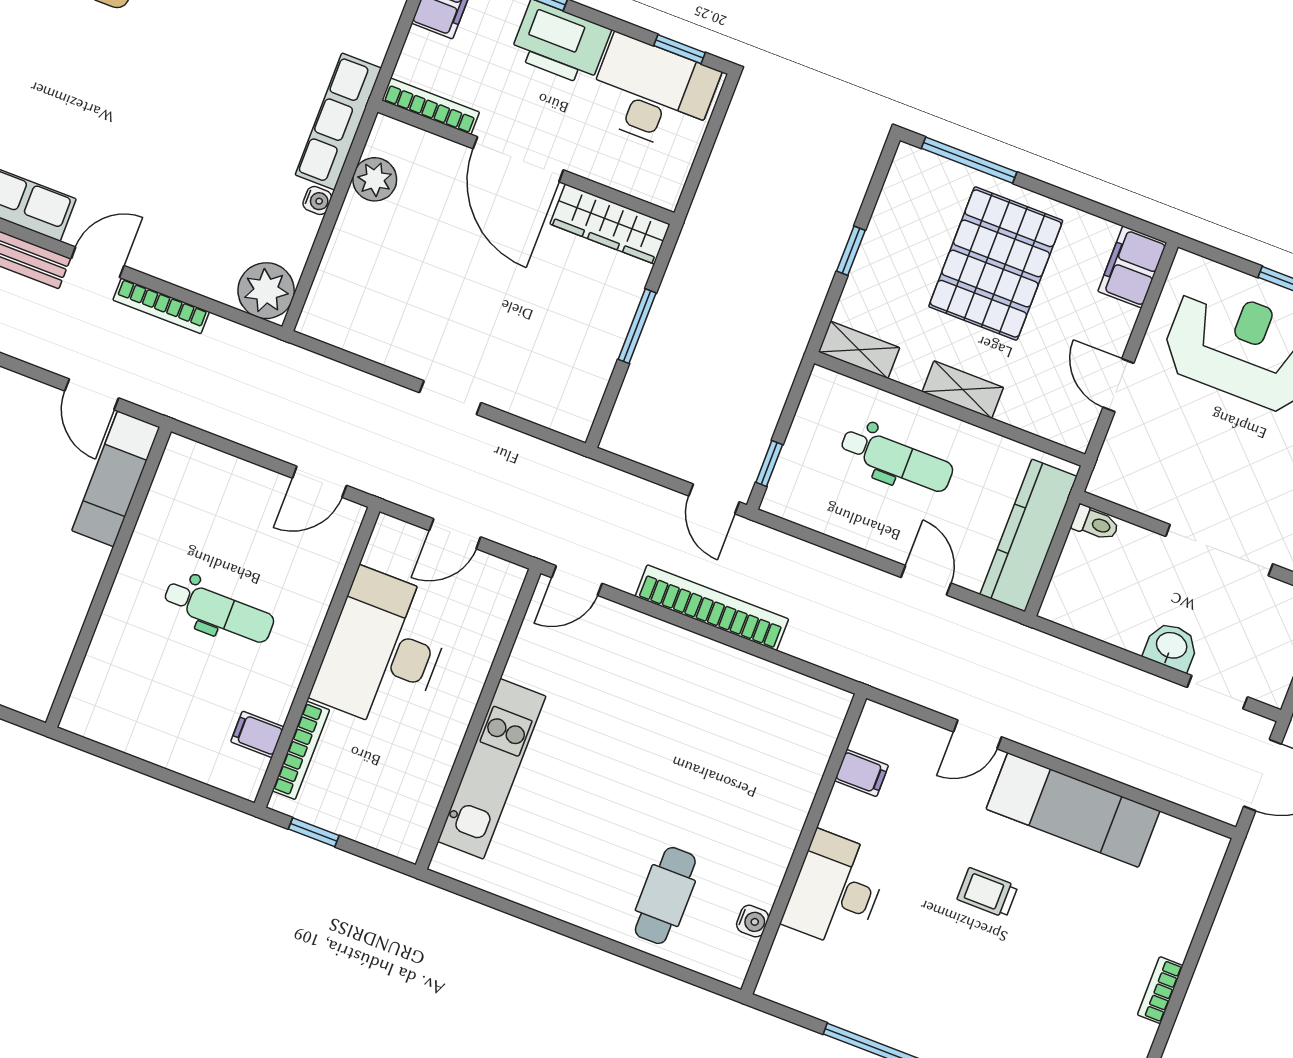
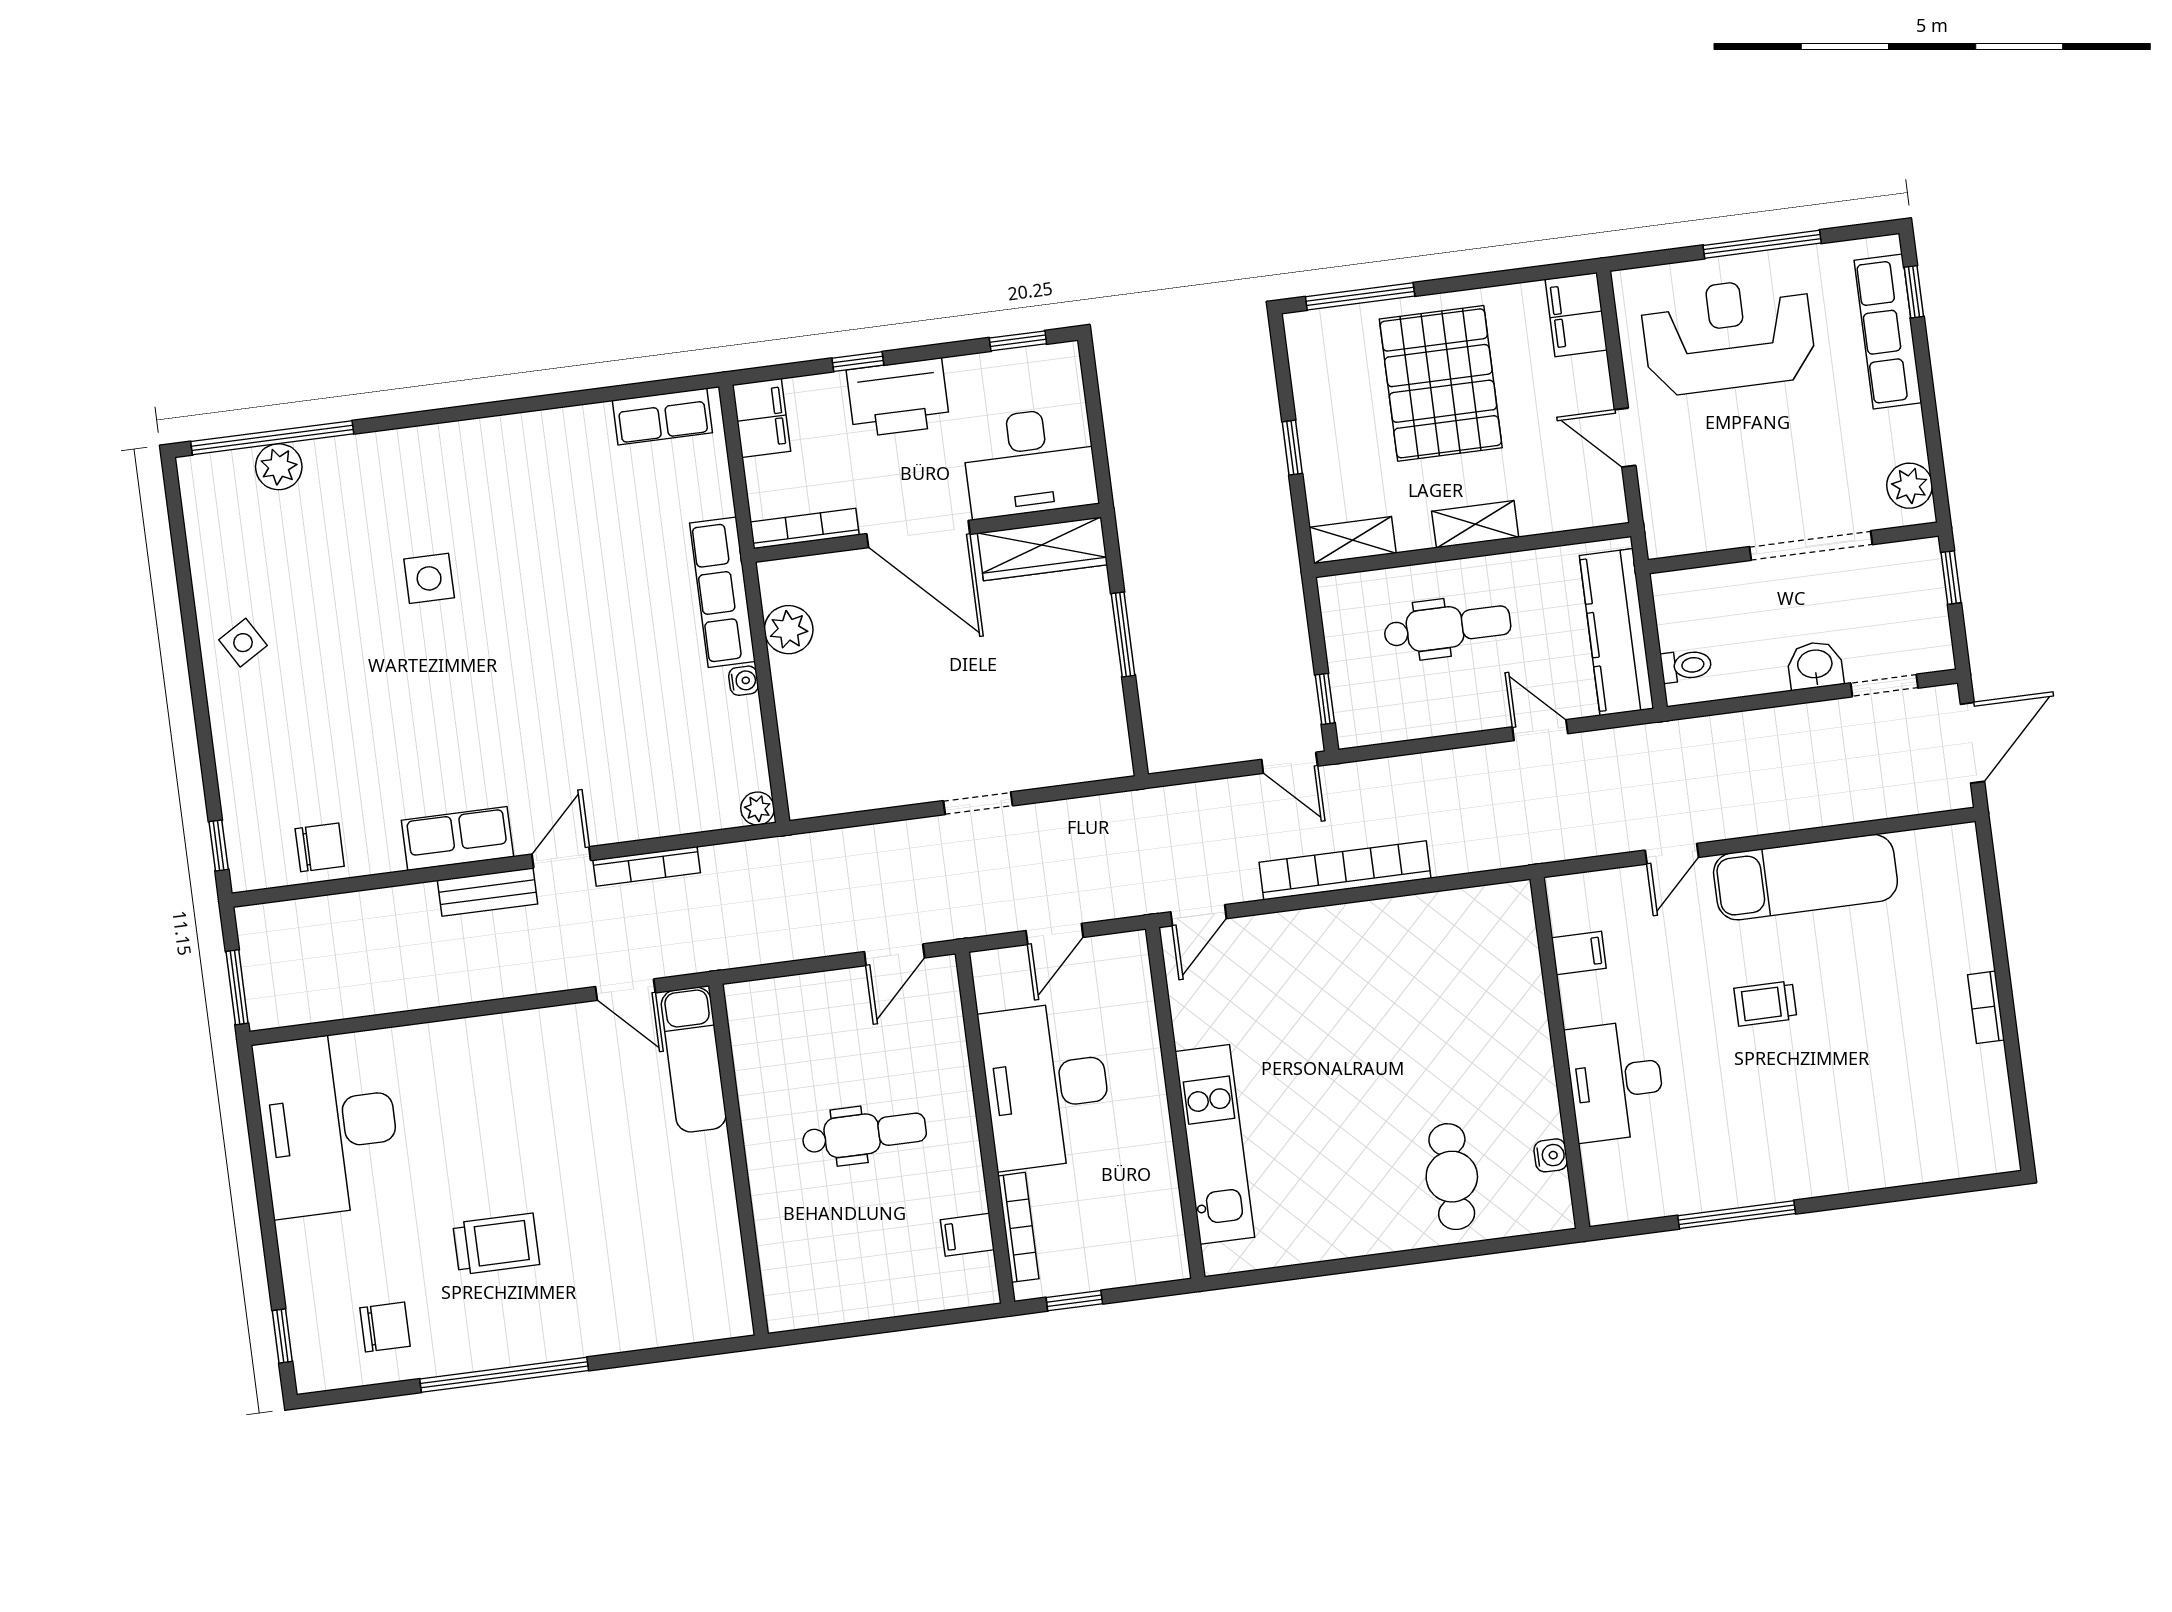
desk: (652, 93) -> (1030, 462), moved, turned 180
plant: (266, 291) -> (757, 809), width x0.53, depth x0.53
toilet: (1095, 523) -> (1686, 666), moved

